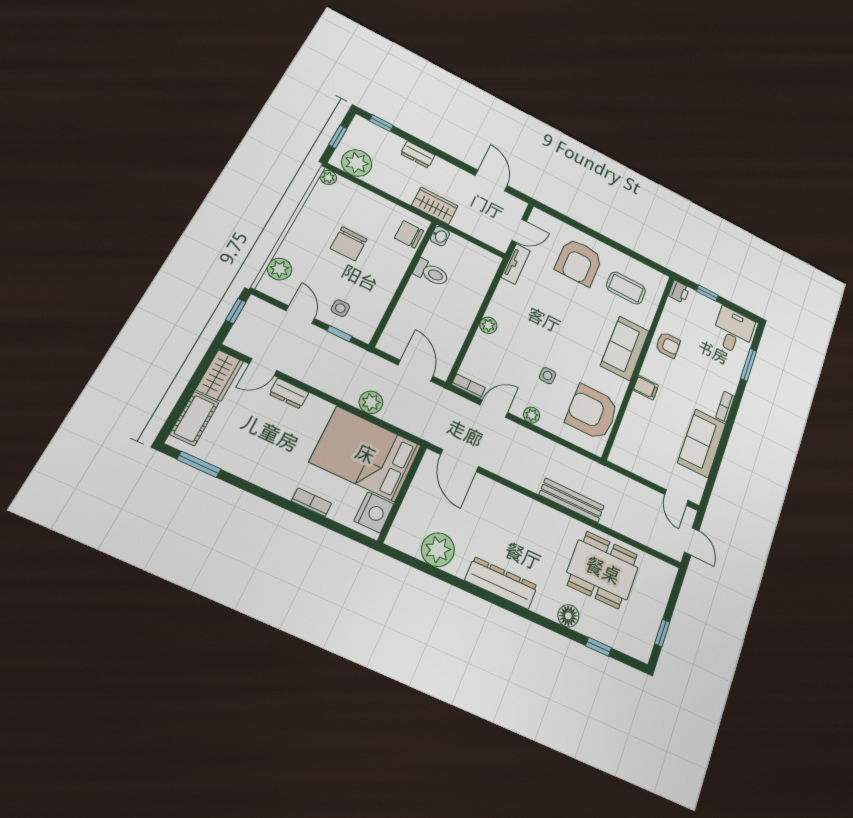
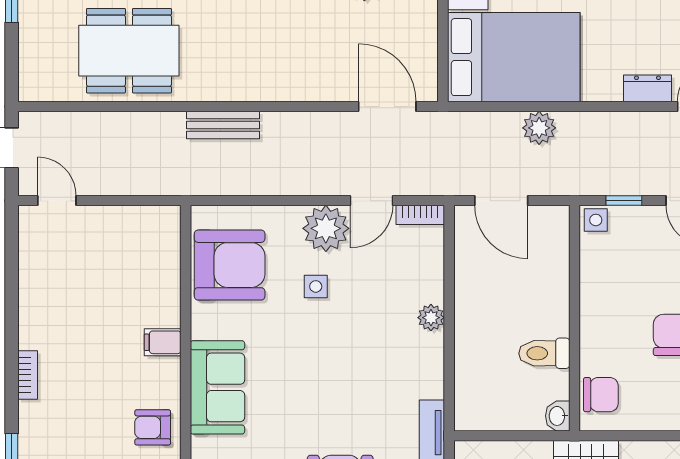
side table: (340, 308) -> (596, 220), moved
plant: (532, 415) -> (326, 228), width x1.88, depth x1.88
sofa: (702, 443) -> (46, 300), removed
bench: (572, 500) -> (223, 125), width x0.73

